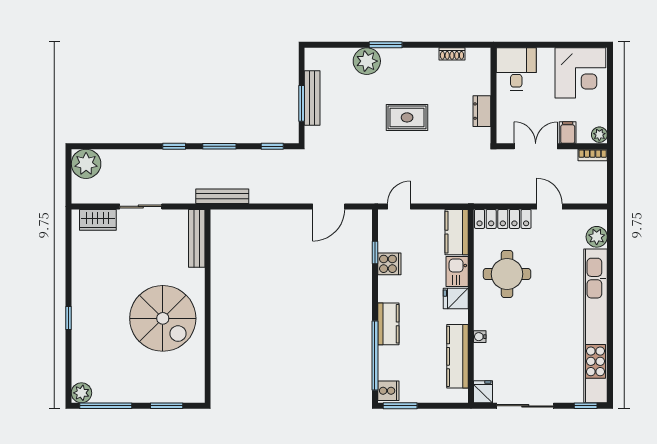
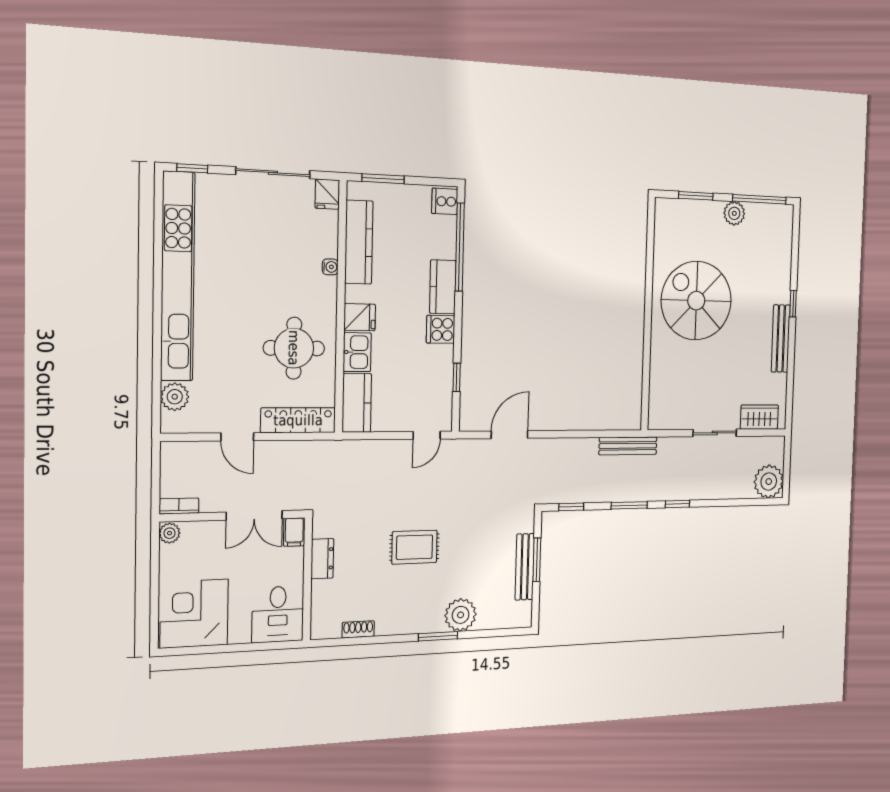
filing cabinet: (568, 133) -> (294, 532), moved
bench: (197, 238) -> (781, 339), moved
cooker: (389, 264) -> (441, 329), moved
plant: (81, 393) -> (734, 213), moved
window: (400, 406) -> (383, 179), moved

